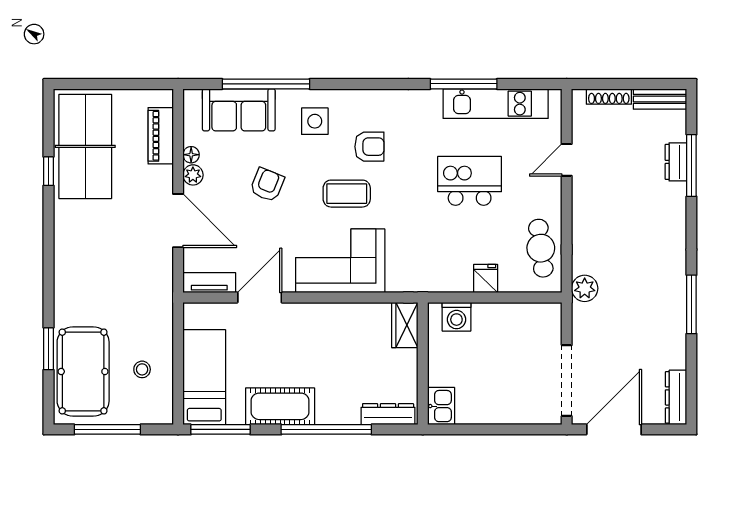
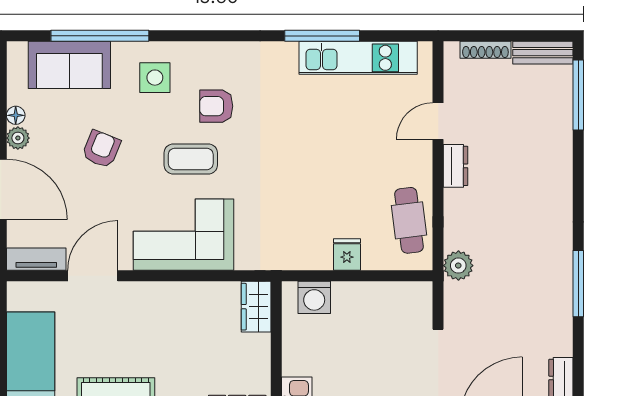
armchair: (369, 147) -> (216, 106), turned 180
dresser: (676, 162) -> (456, 166), moved, turned 180
window: (691, 165) -> (578, 95), moved
kitchen island: (470, 181) -> (329, 145), removed

